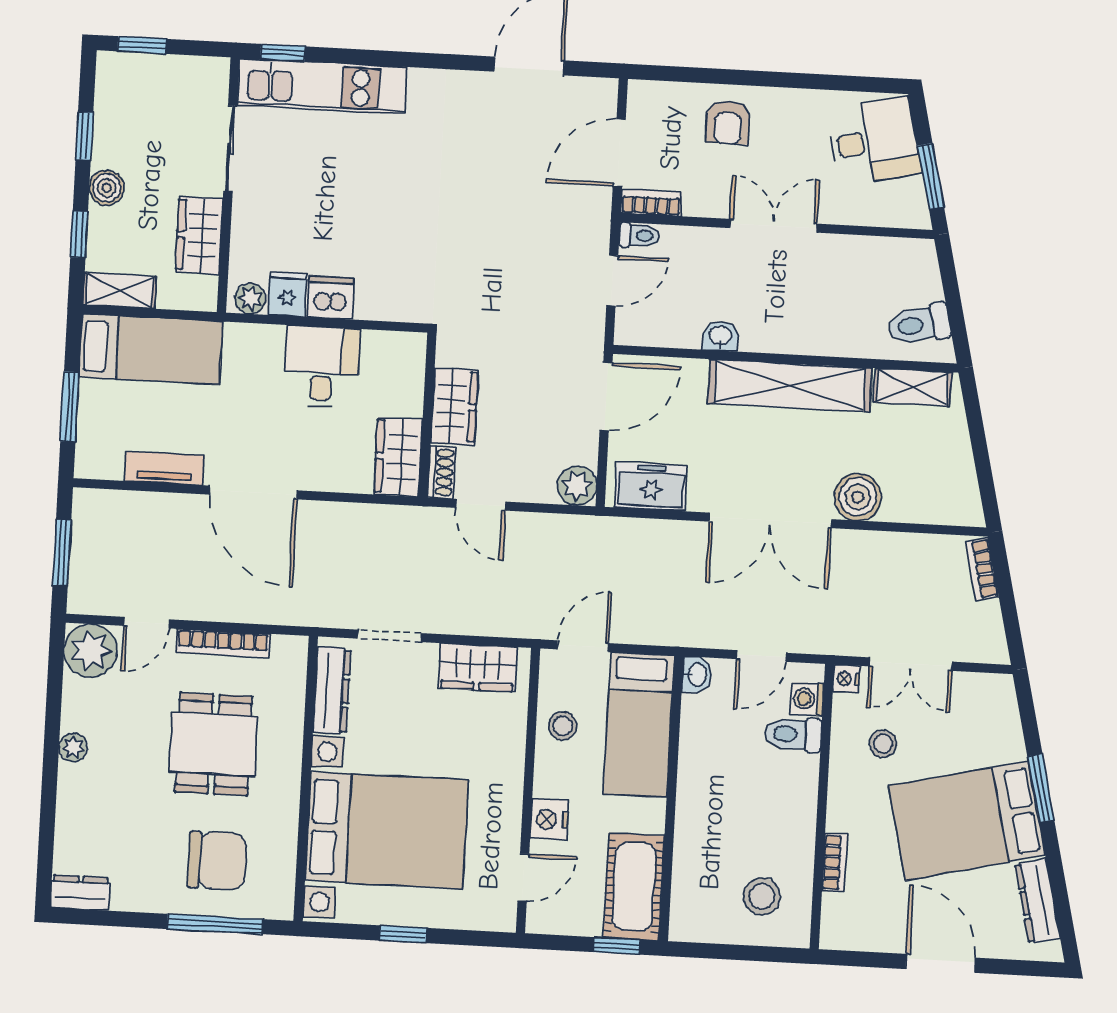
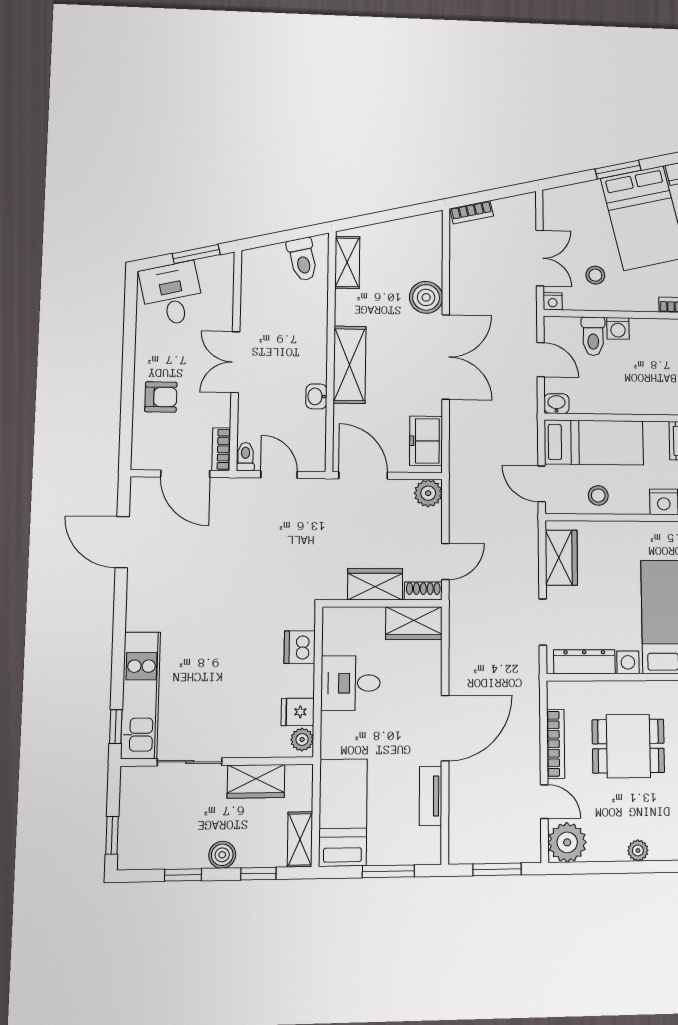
dishwasher: (331, 298) -> (300, 647), moved
shelving: (790, 386) -> (350, 365), width x0.68
washing machine: (807, 699) -> (618, 328), moved

